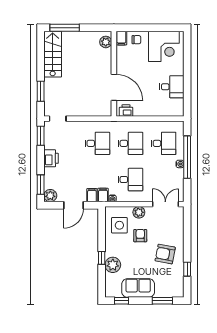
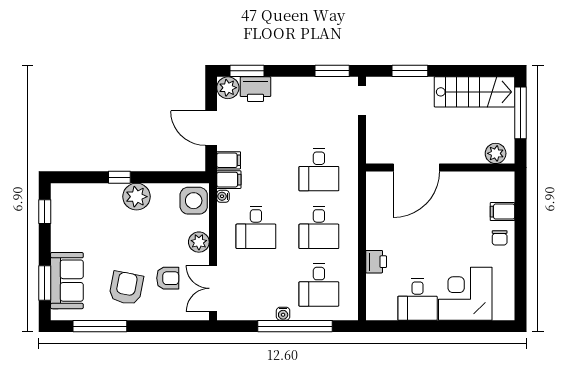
plant: (106, 42) -> (496, 153), moved
corner desk: (164, 46) -> (465, 294), moved, turned 90
wall: (114, 74) -> (440, 168), moved
door: (114, 87) -> (416, 168), moved
printer: (126, 111) -> (376, 262), moved
printer: (51, 158) -> (255, 89), moved
double door: (165, 204) -> (213, 288), swing flipped
side table: (119, 225) -> (194, 201), moved
armchair: (140, 236) -> (168, 278), moved
plant: (113, 265) -> (136, 197), moved
window: (187, 269) -> (100, 326), width x2.17
sofa: (138, 288) -> (67, 281), moved

